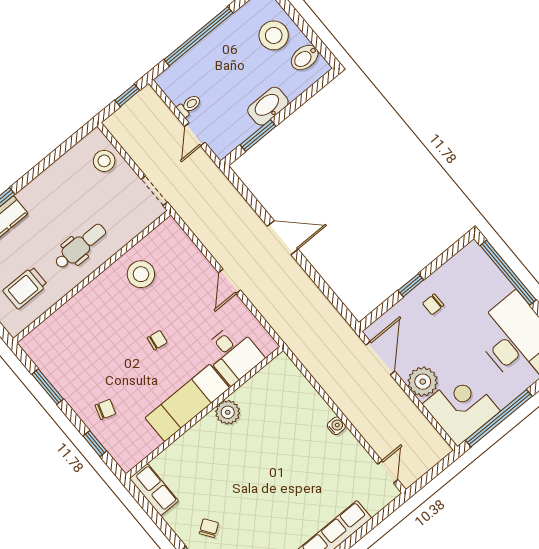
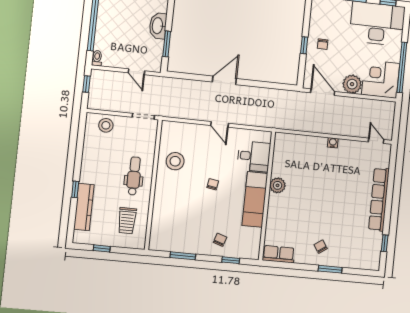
toilet: (189, 105) -> (97, 58), moved

